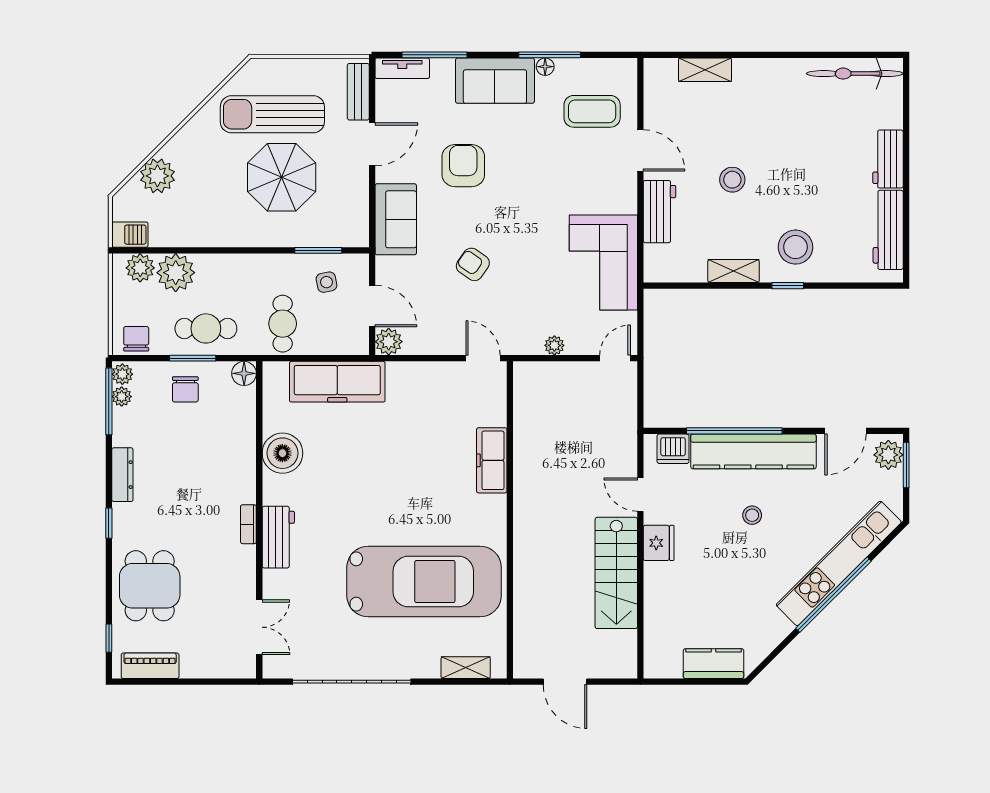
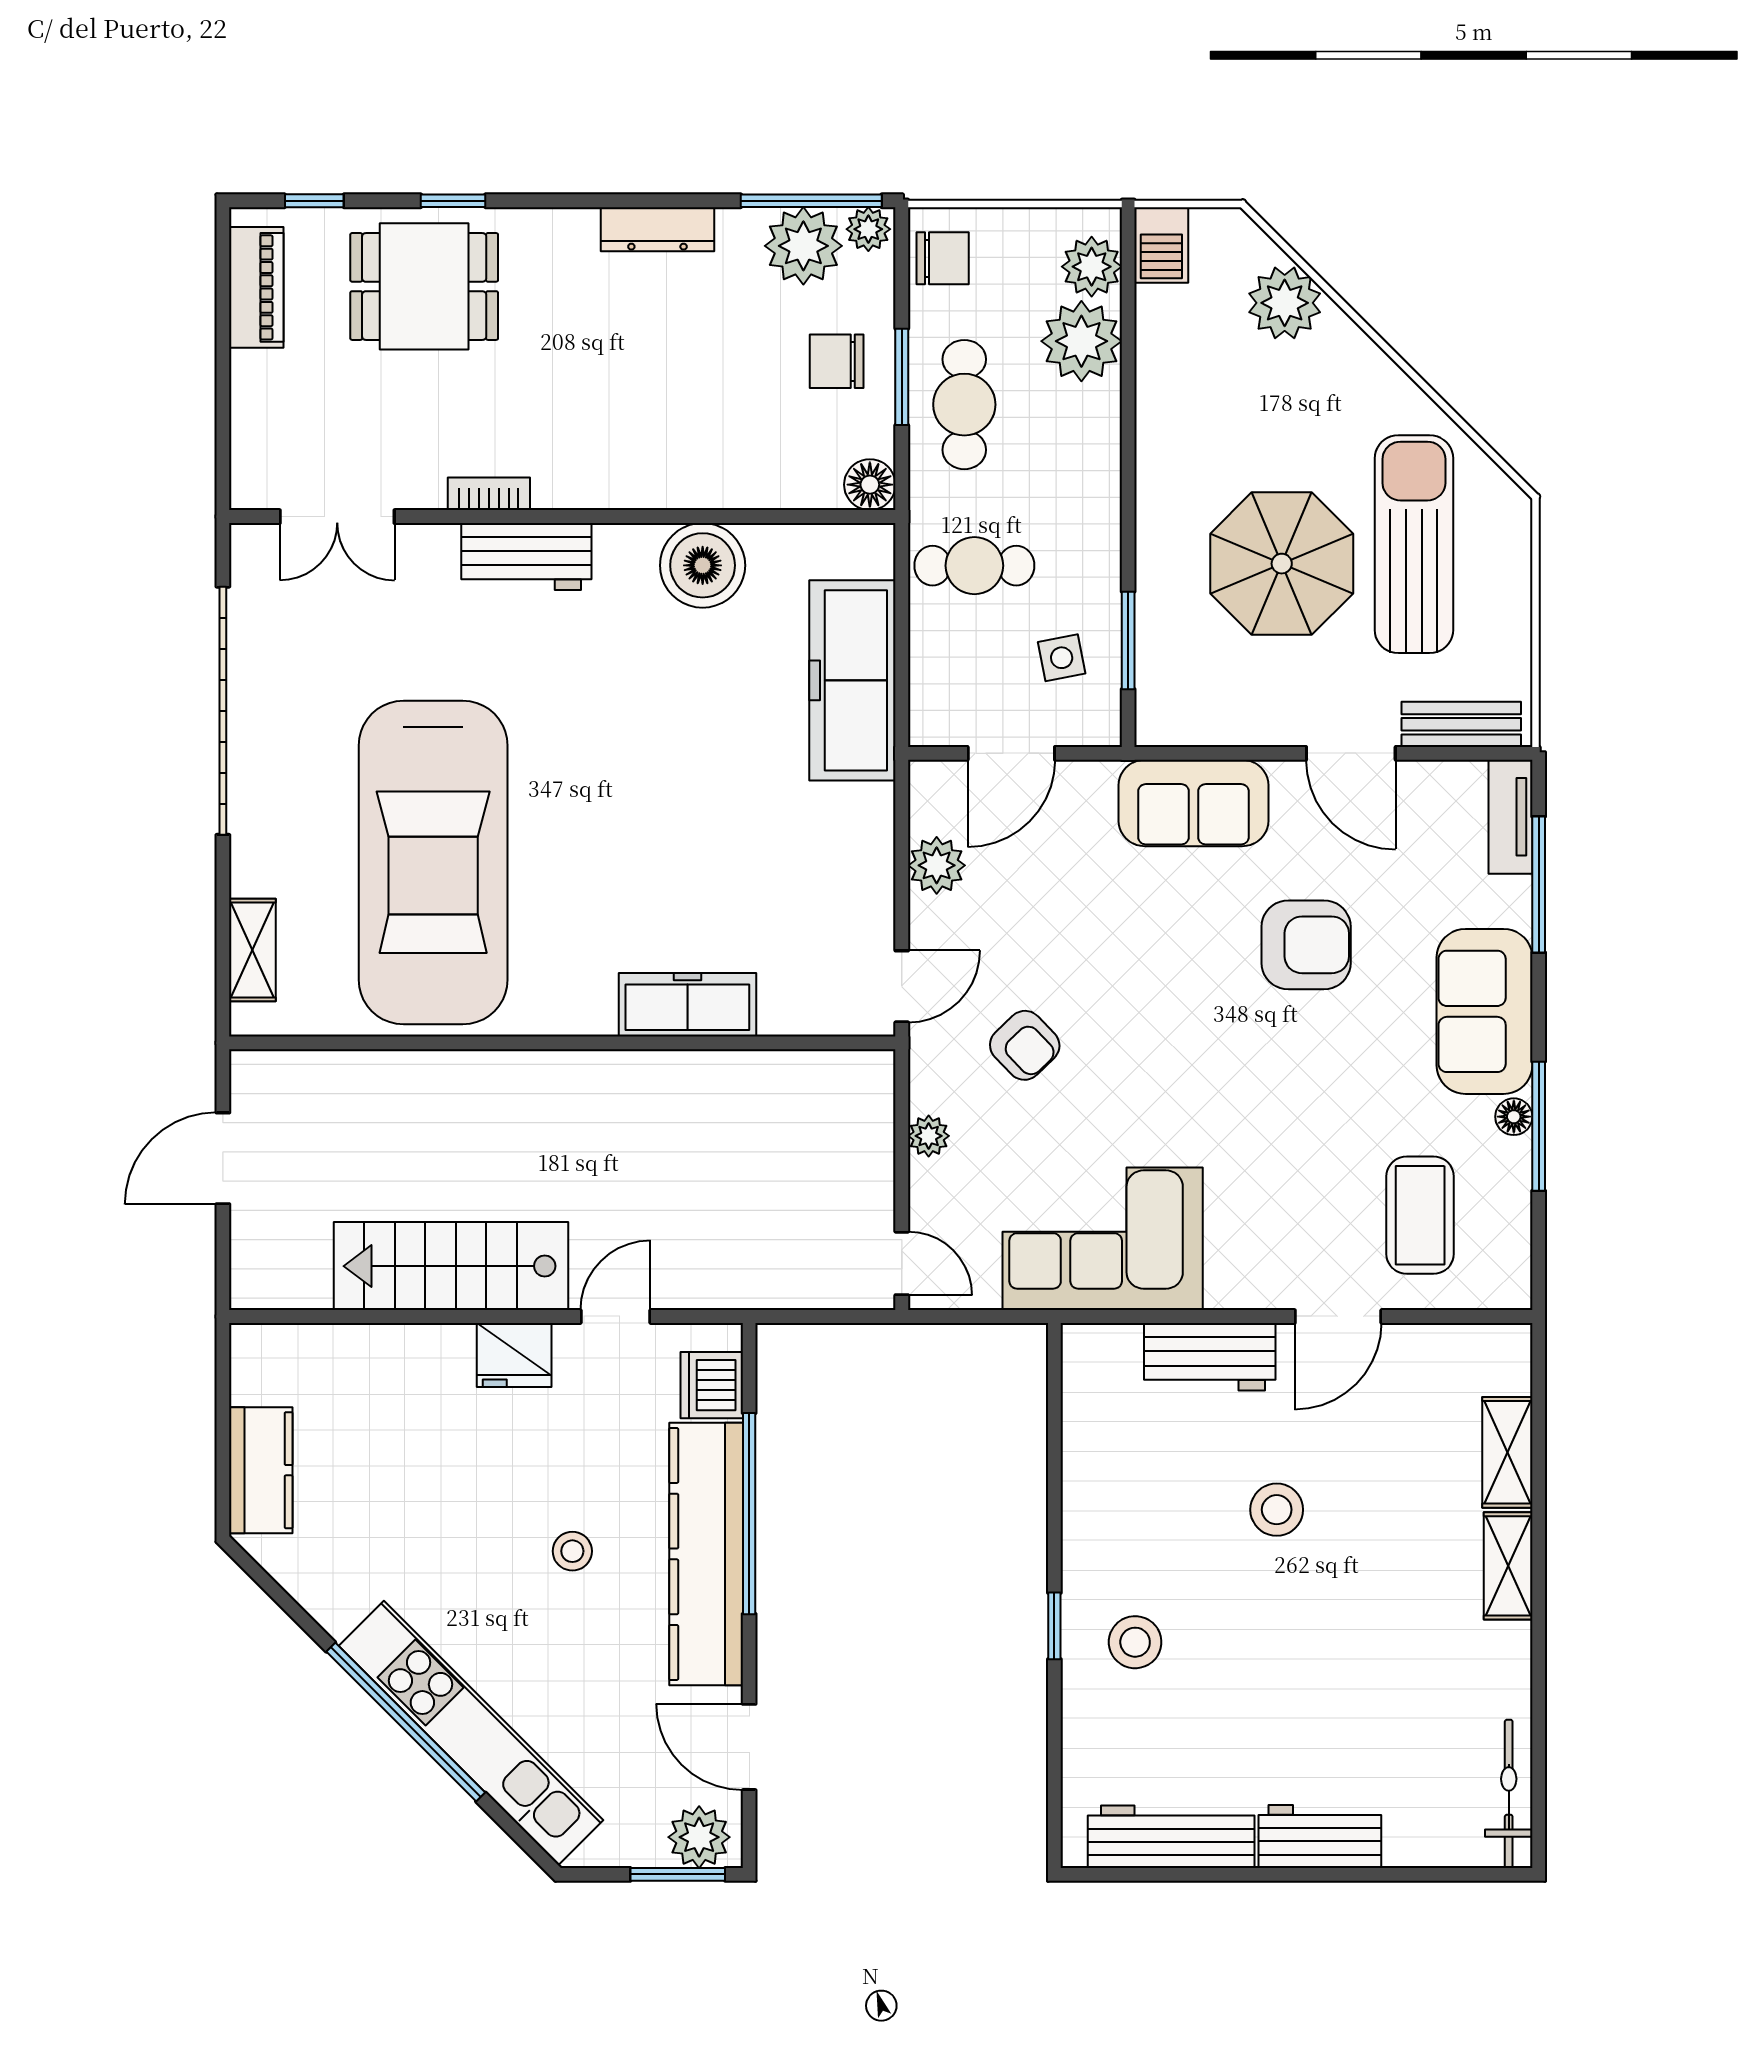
bicycle: (855, 74) -> (1509, 1794), width x0.73, depth x0.71
stool: (795, 247) -> (1135, 1642), width x0.73, depth x0.73
armchair: (473, 264) -> (1025, 1045), moved, turned 101
shelving: (734, 271) -> (1508, 1566), moved
plant: (389, 342) -> (937, 865), moved
plant: (122, 397) -> (803, 246), width x1.87, depth x1.87
window: (109, 523) -> (453, 201), moved
bookcase: (248, 524) -> (489, 494), moved

